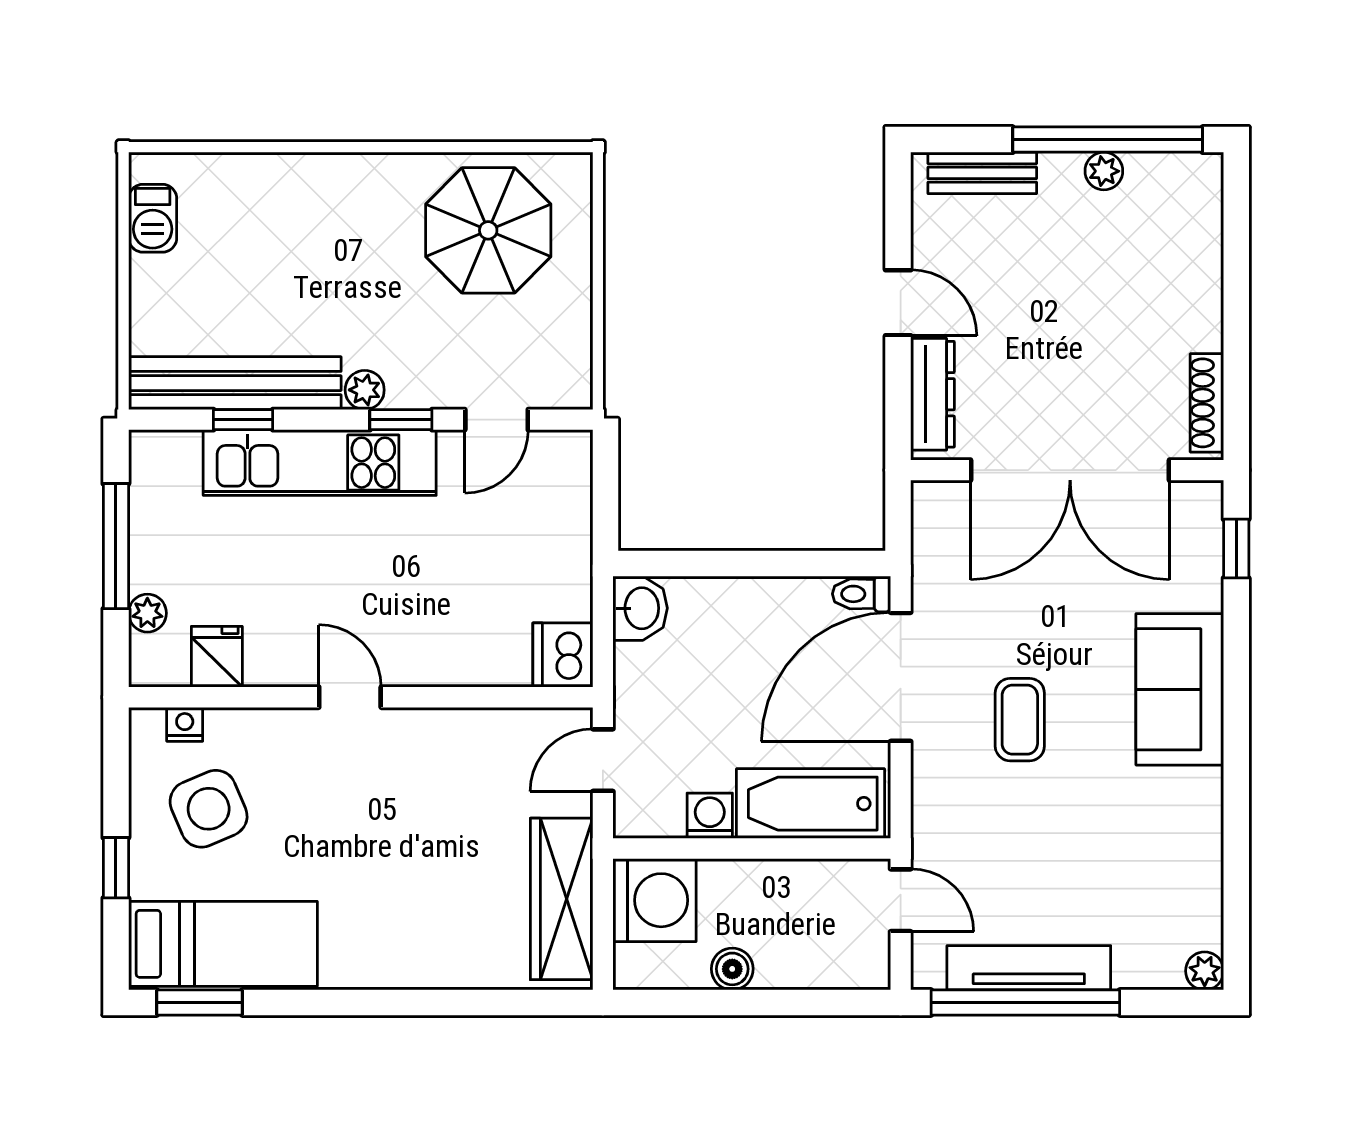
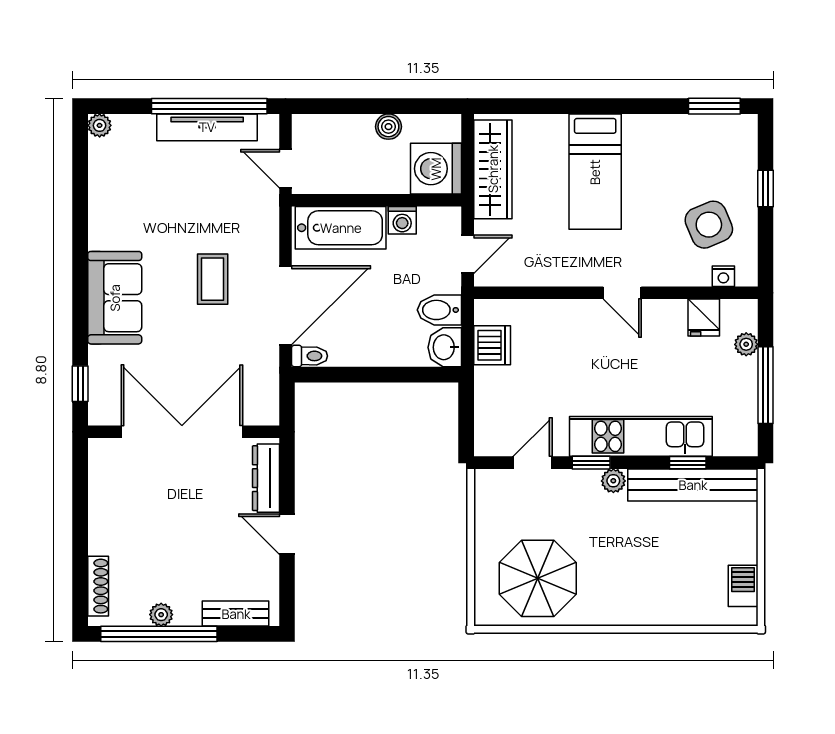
shoe rack: (1207, 403) -> (98, 586), moved
dishwasher: (563, 655) -> (492, 345), moved
bidet: (649, 669) -> (439, 310), added
bed: (223, 944) -> (595, 172), moved, turned -90

